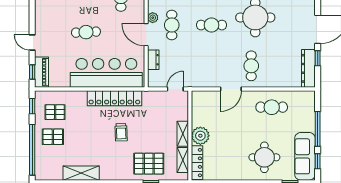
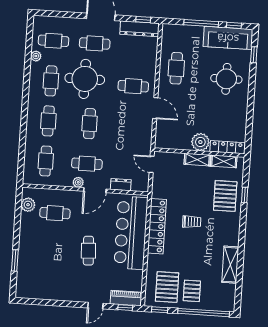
cafe table: (291, 25) -> (95, 43), added
window: (318, 58) -> (143, 20), moved
pallet: (55, 112) -> (167, 287), width x1.50, depth x1.42

